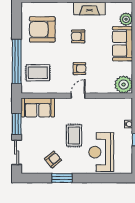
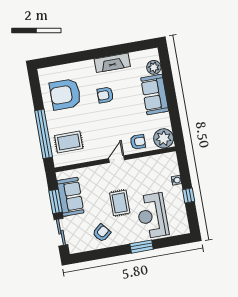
armchair: (79, 69) -> (138, 142), moved
sofa: (38, 107) -> (70, 197), moved, turned -90
window: (62, 178) -> (142, 247), moved

